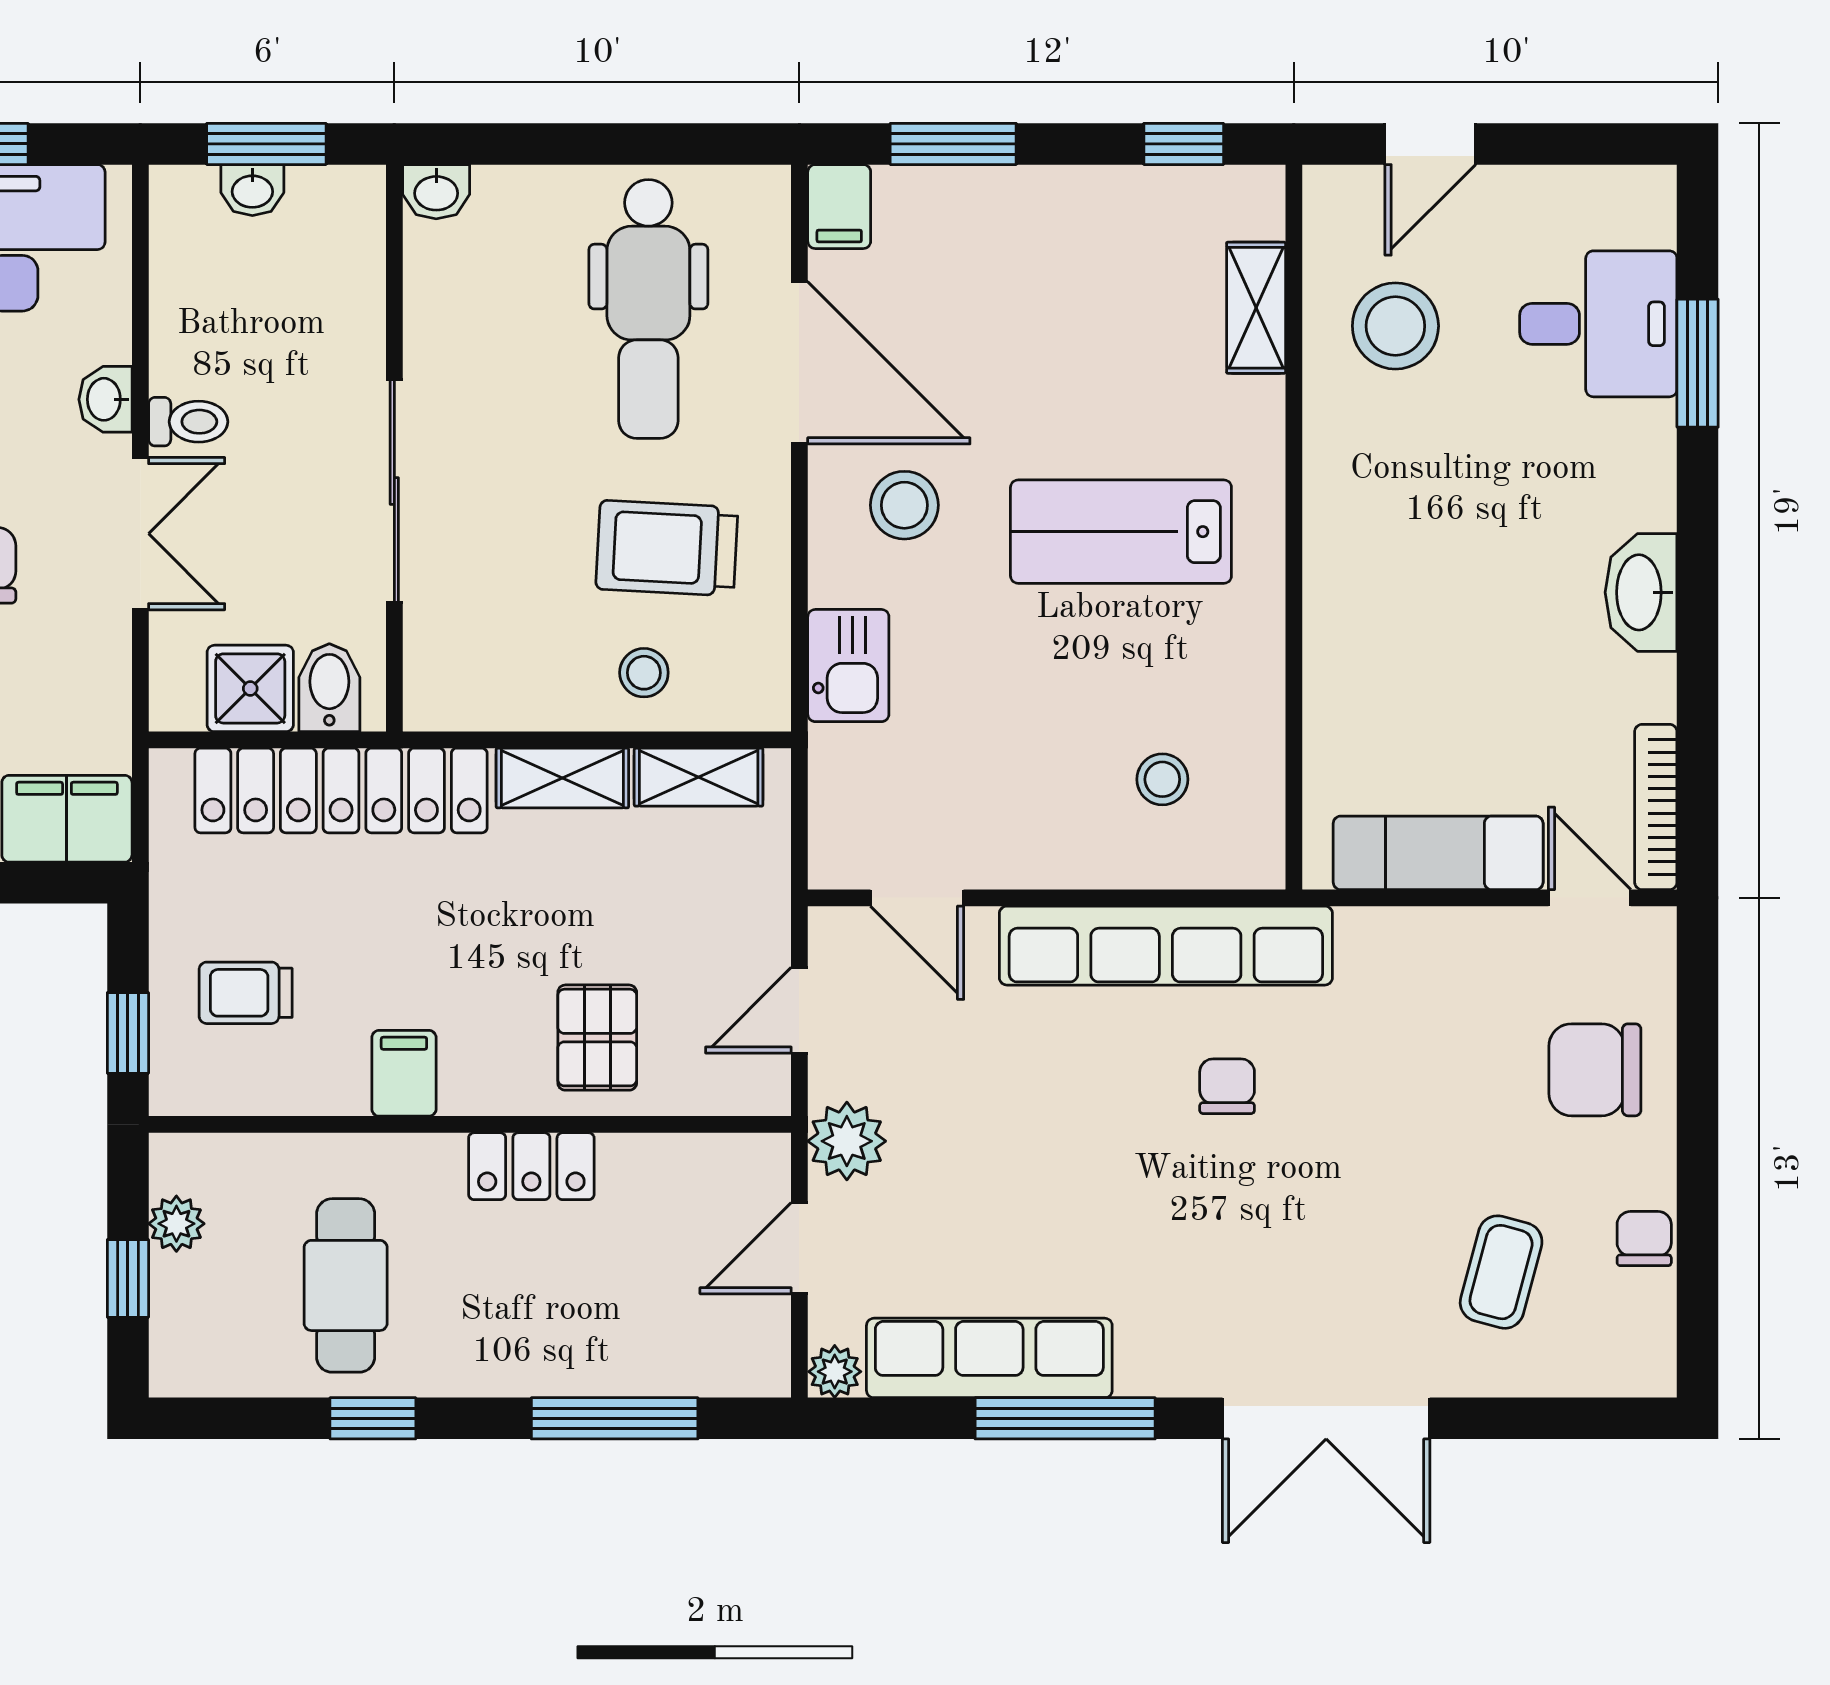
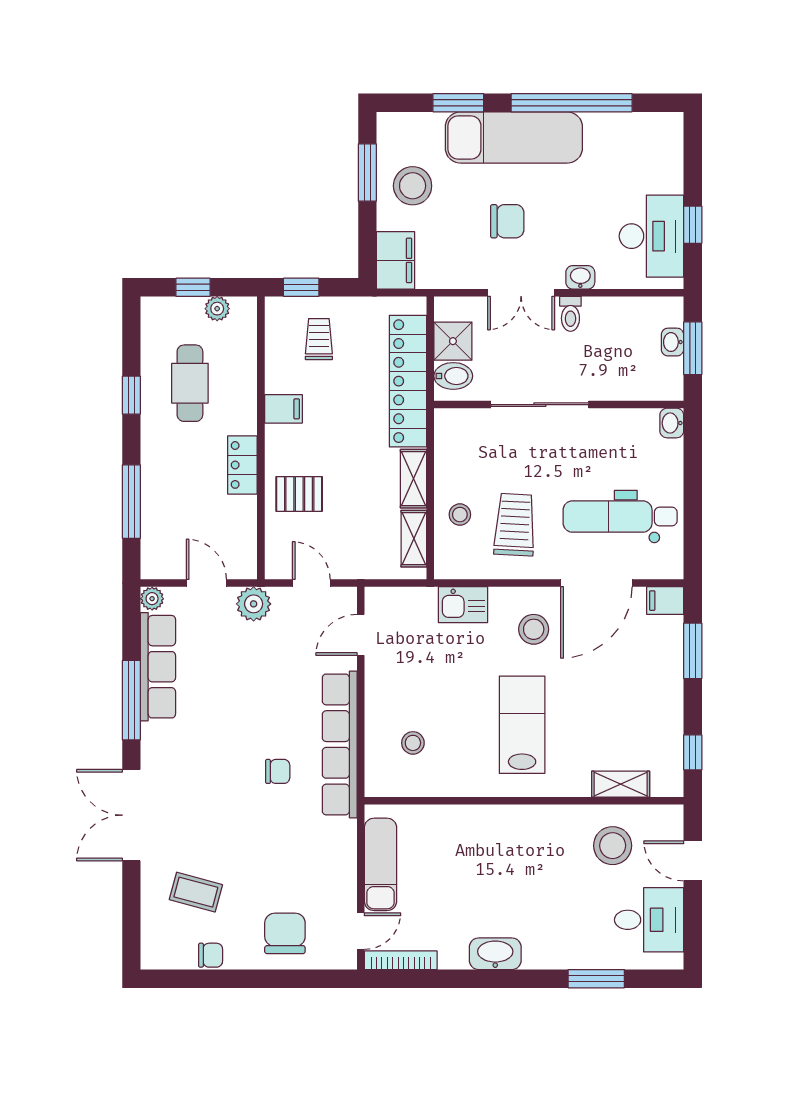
desk: (1598, 324) -> (649, 920), moved, turned -90
cafe table: (346, 1285) -> (190, 383), turned 90

